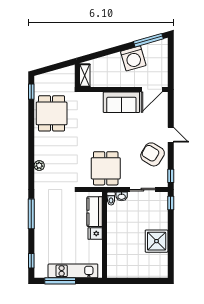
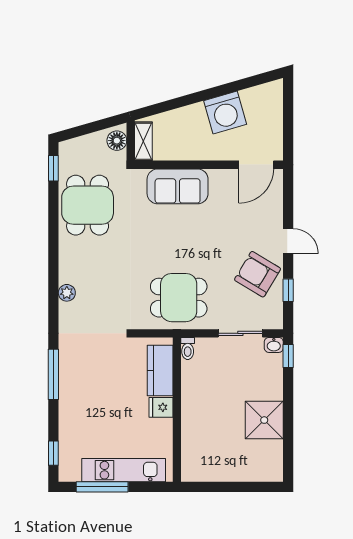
window: (148, 40) -> (251, 82), removed
floor lamp: (69, 75) -> (117, 141), added
sofa: (121, 102) -> (178, 186), moved
dining table: (106, 168) -> (179, 298), turned 90
window: (171, 176) -> (288, 290), moved
washbasin: (122, 196) -> (274, 345), moved

